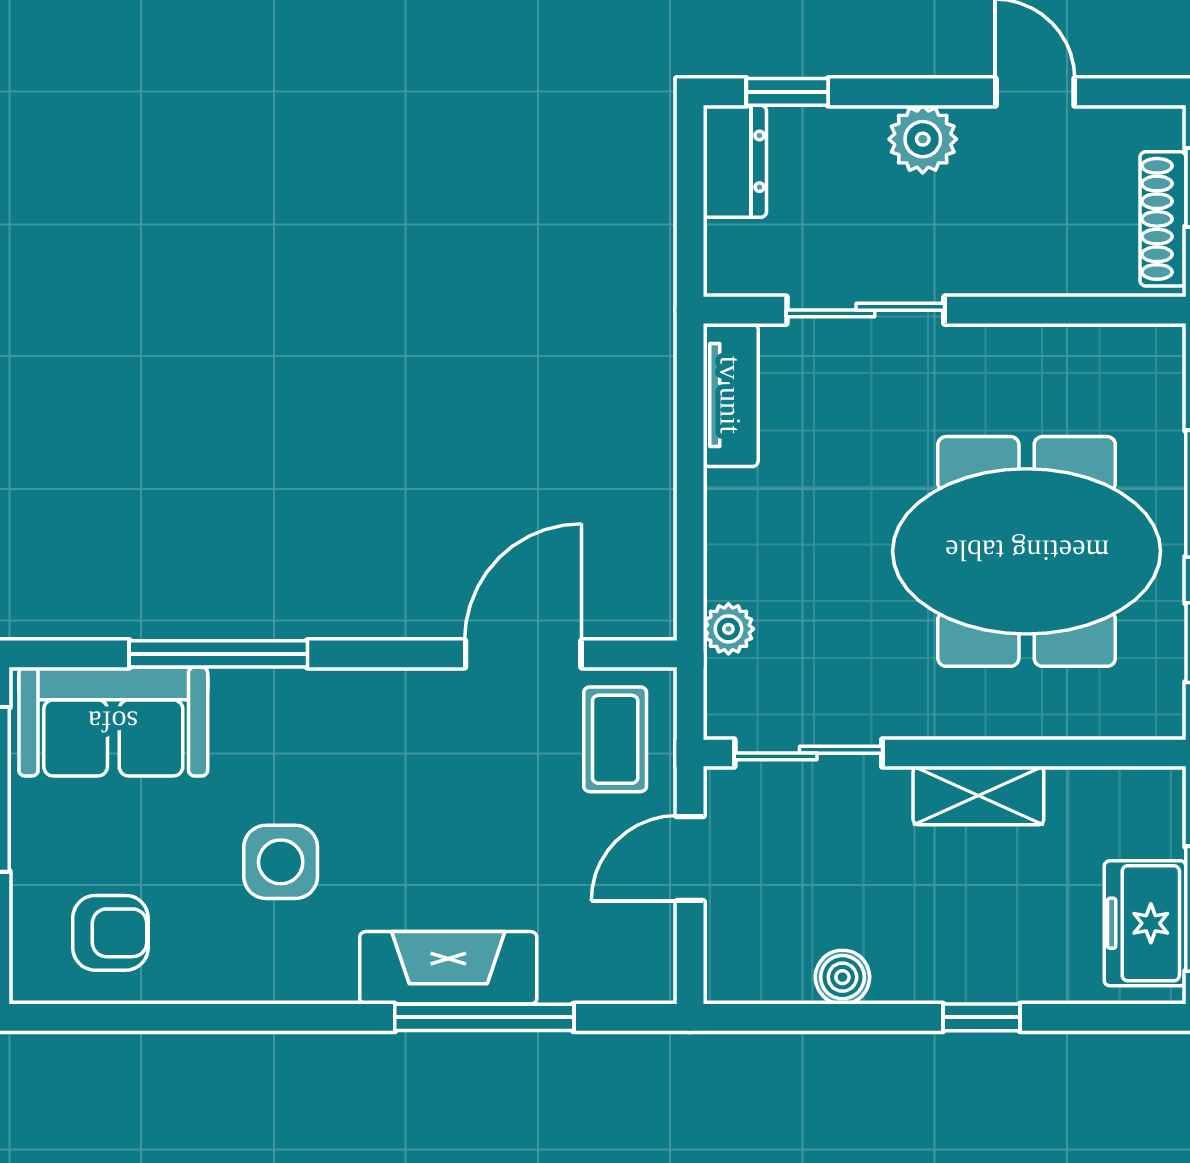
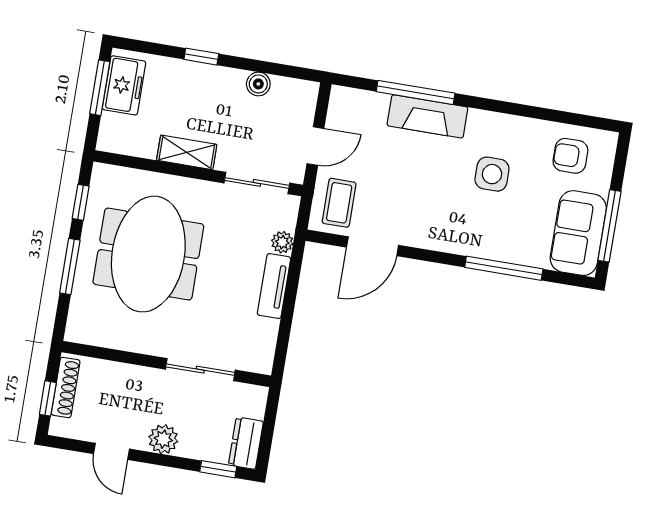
tv unit: (731, 395) -> (274, 286), moved
meeting table: (1027, 551) -> (148, 254), turned 90
sofa: (113, 722) -> (578, 233), moved, turned -90

